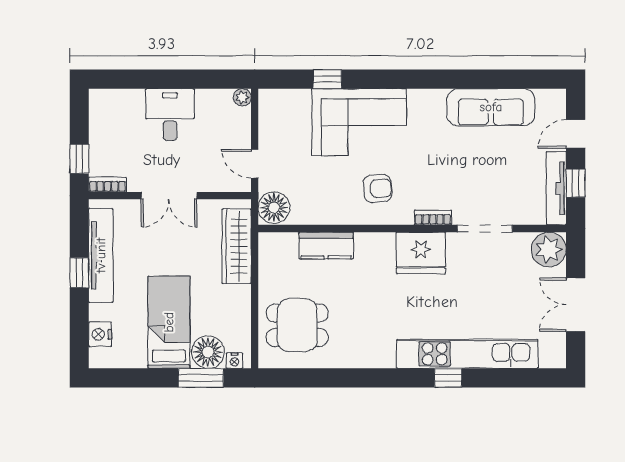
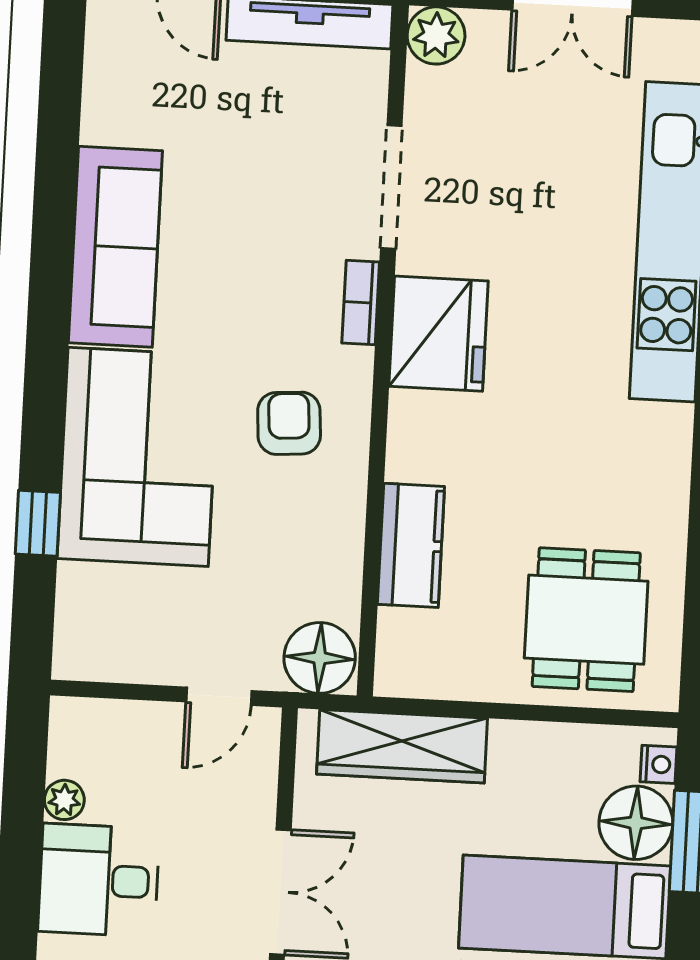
plant: (242, 97) -> (64, 800), moved
sofa: (491, 107) -> (115, 247), moved
plant: (549, 249) -> (436, 35), width x0.73, depth x0.73

